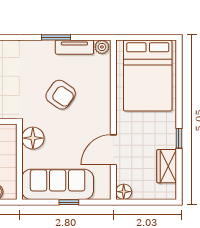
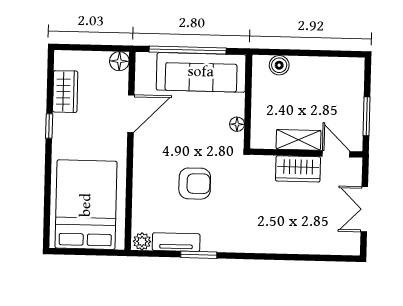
armchair: (61, 95) -> (195, 184), turned 145
floor lamp: (33, 138) -> (237, 124), width x0.53, depth x0.53
window: (69, 202) -> (188, 50), width x3.17

